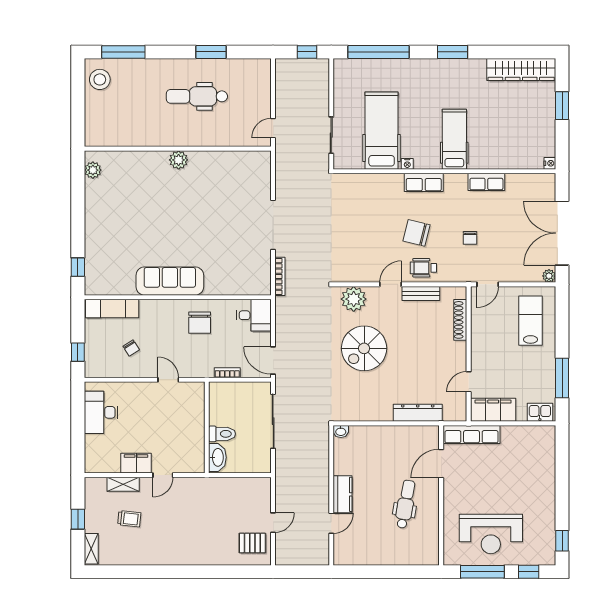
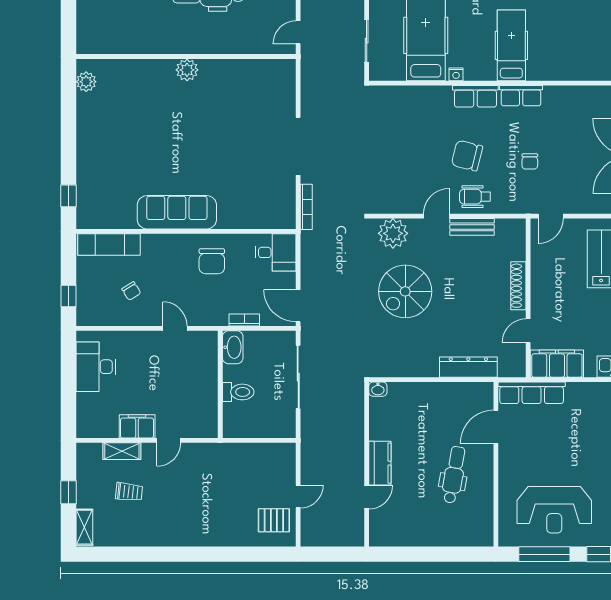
row of seats: (486, 182) -> (521, 96), moved
shoe rack: (460, 320) -> (518, 286), moved
washbasin: (217, 457) -> (233, 347), moved

